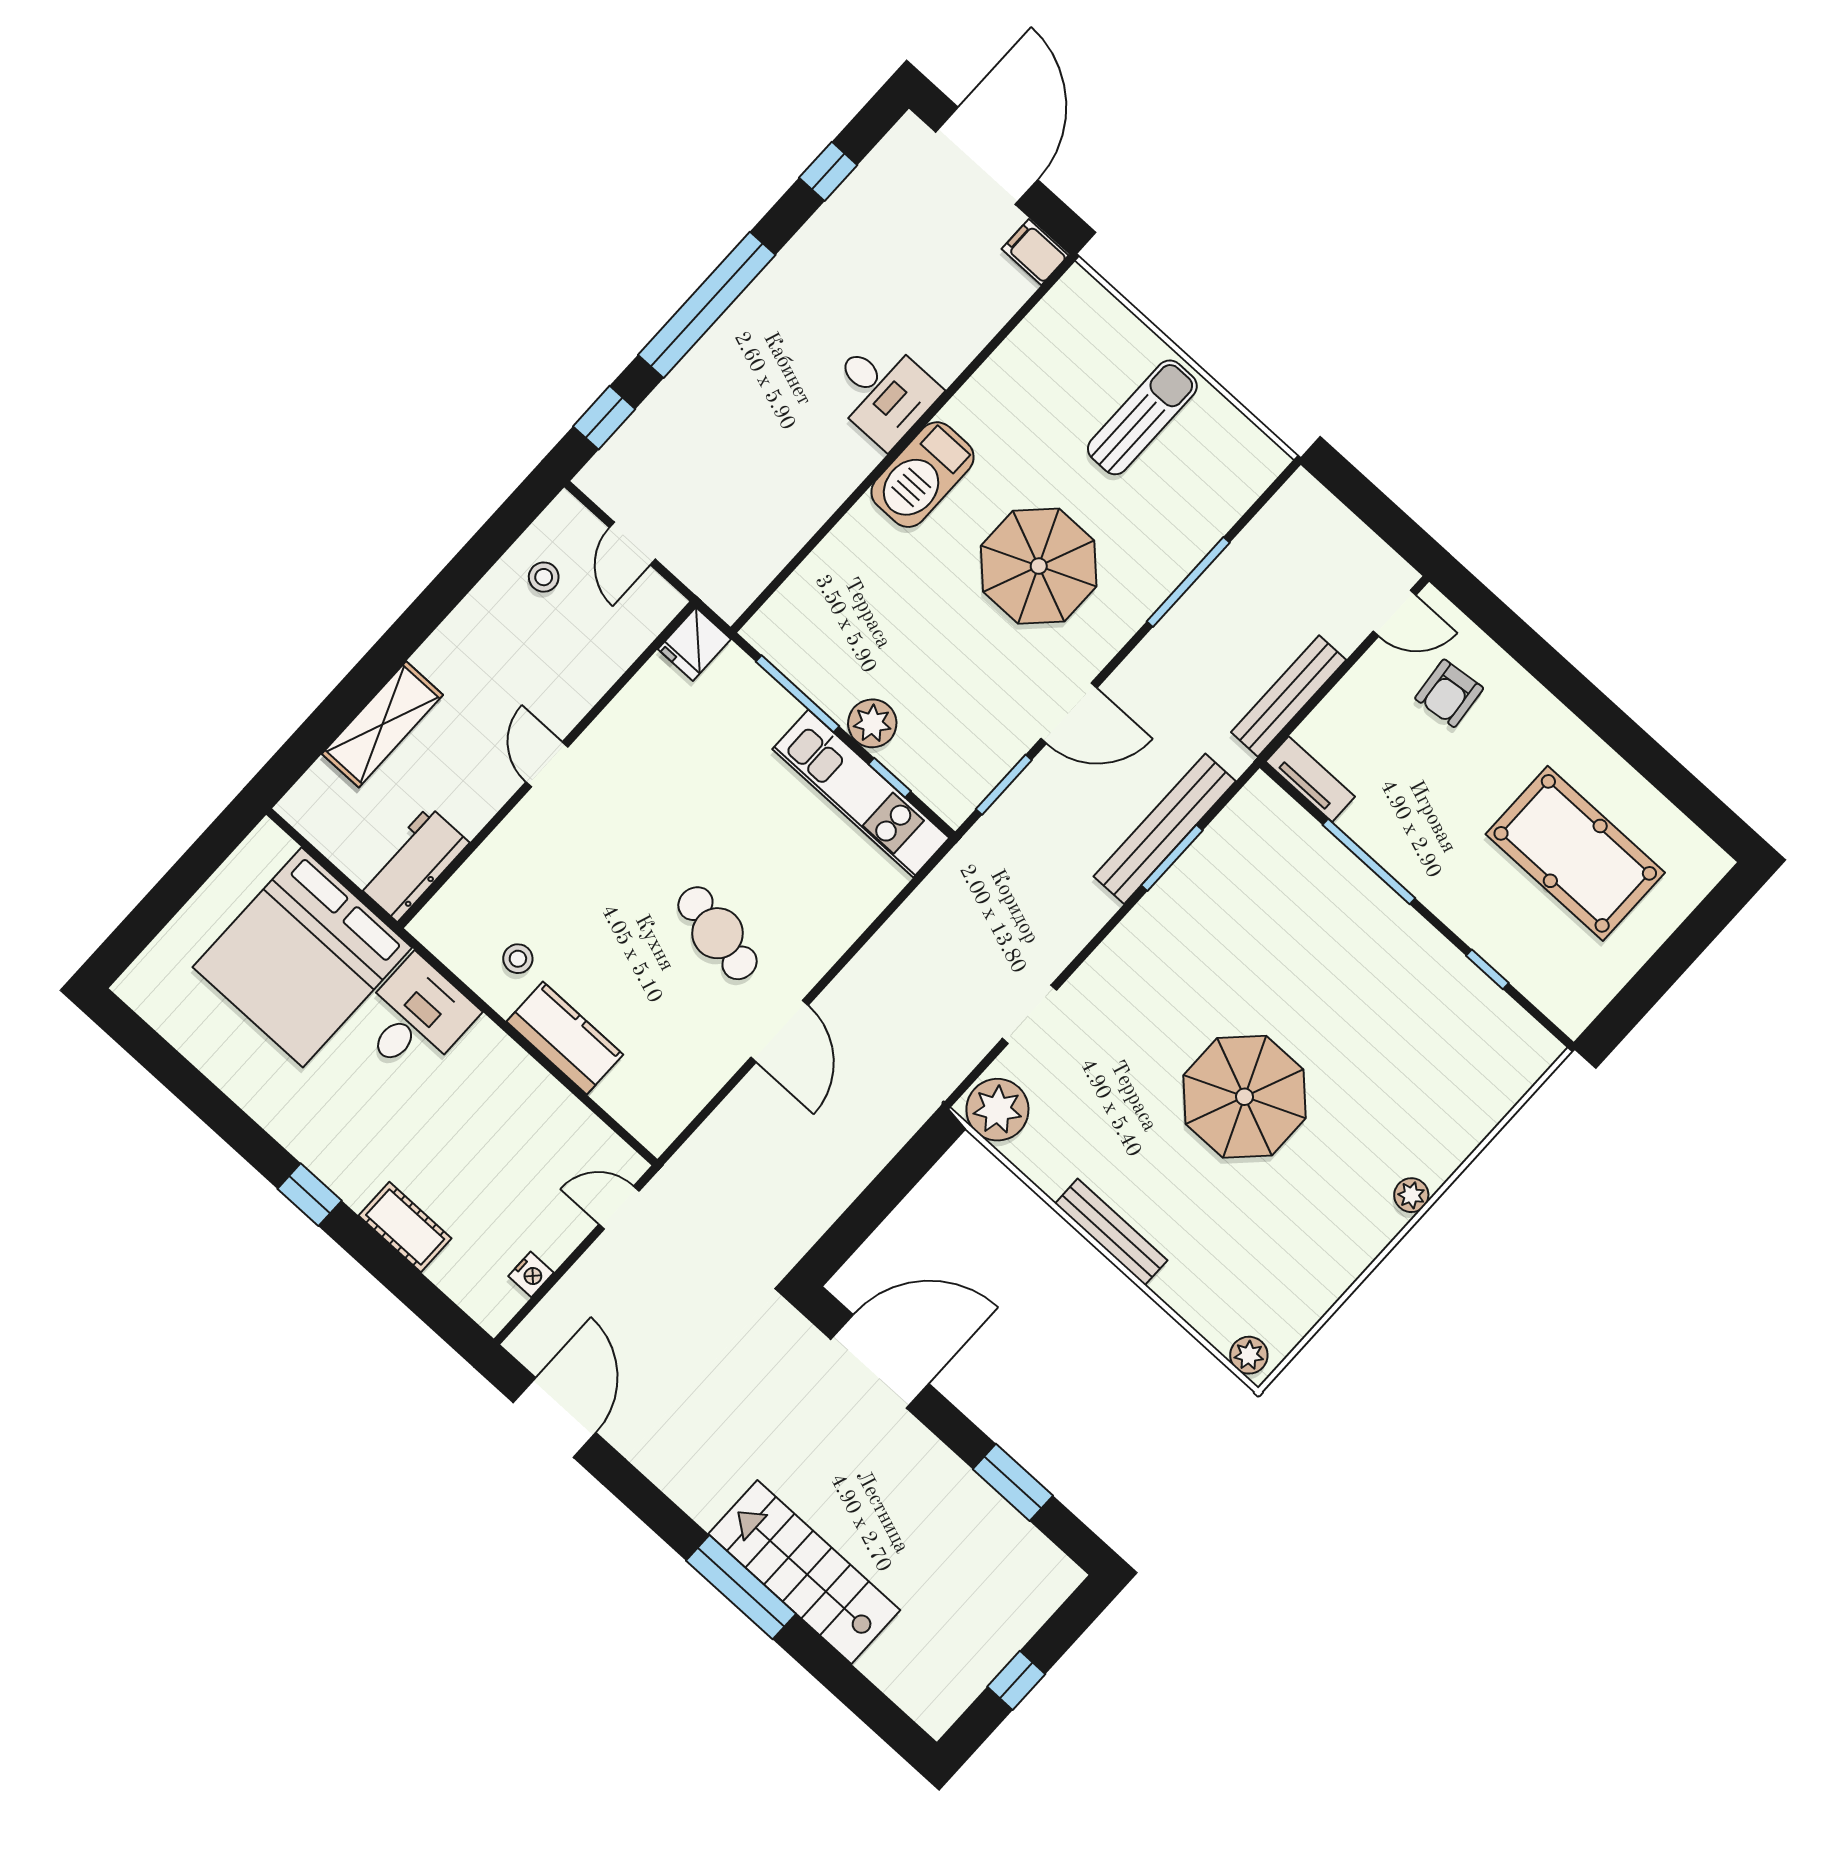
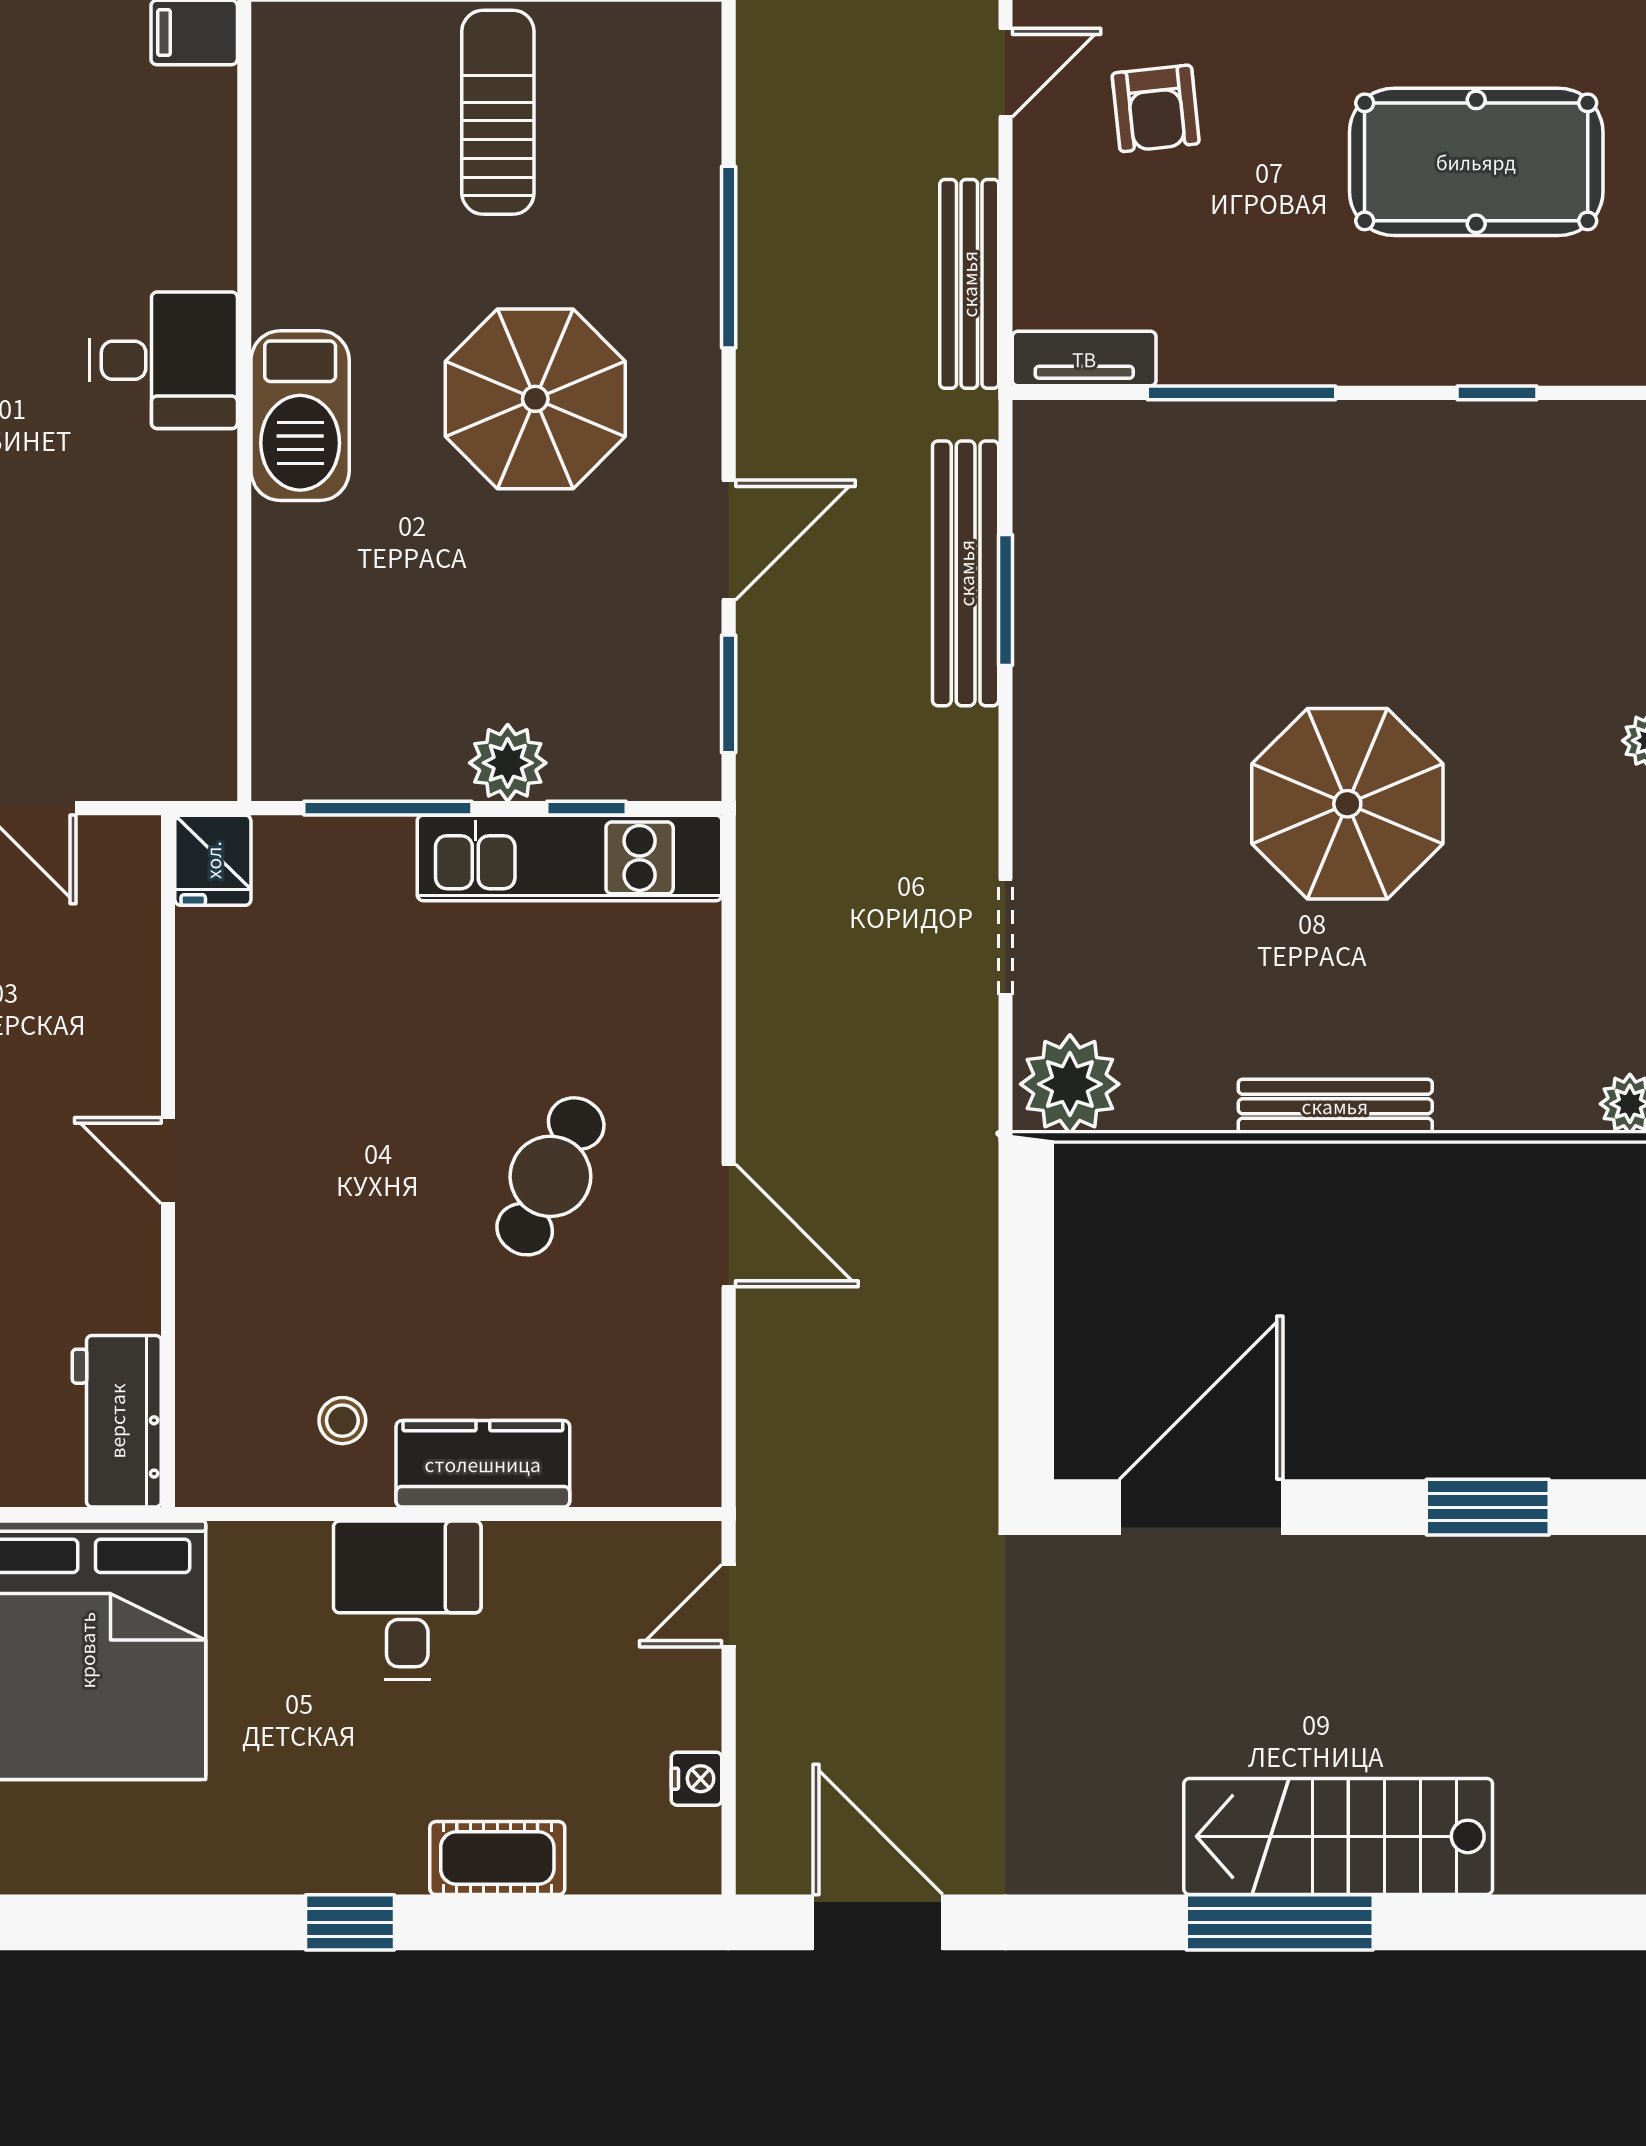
cafe table: (718, 933) -> (550, 1176), turned -75
desk: (415, 1018) -> (407, 1600), moved

